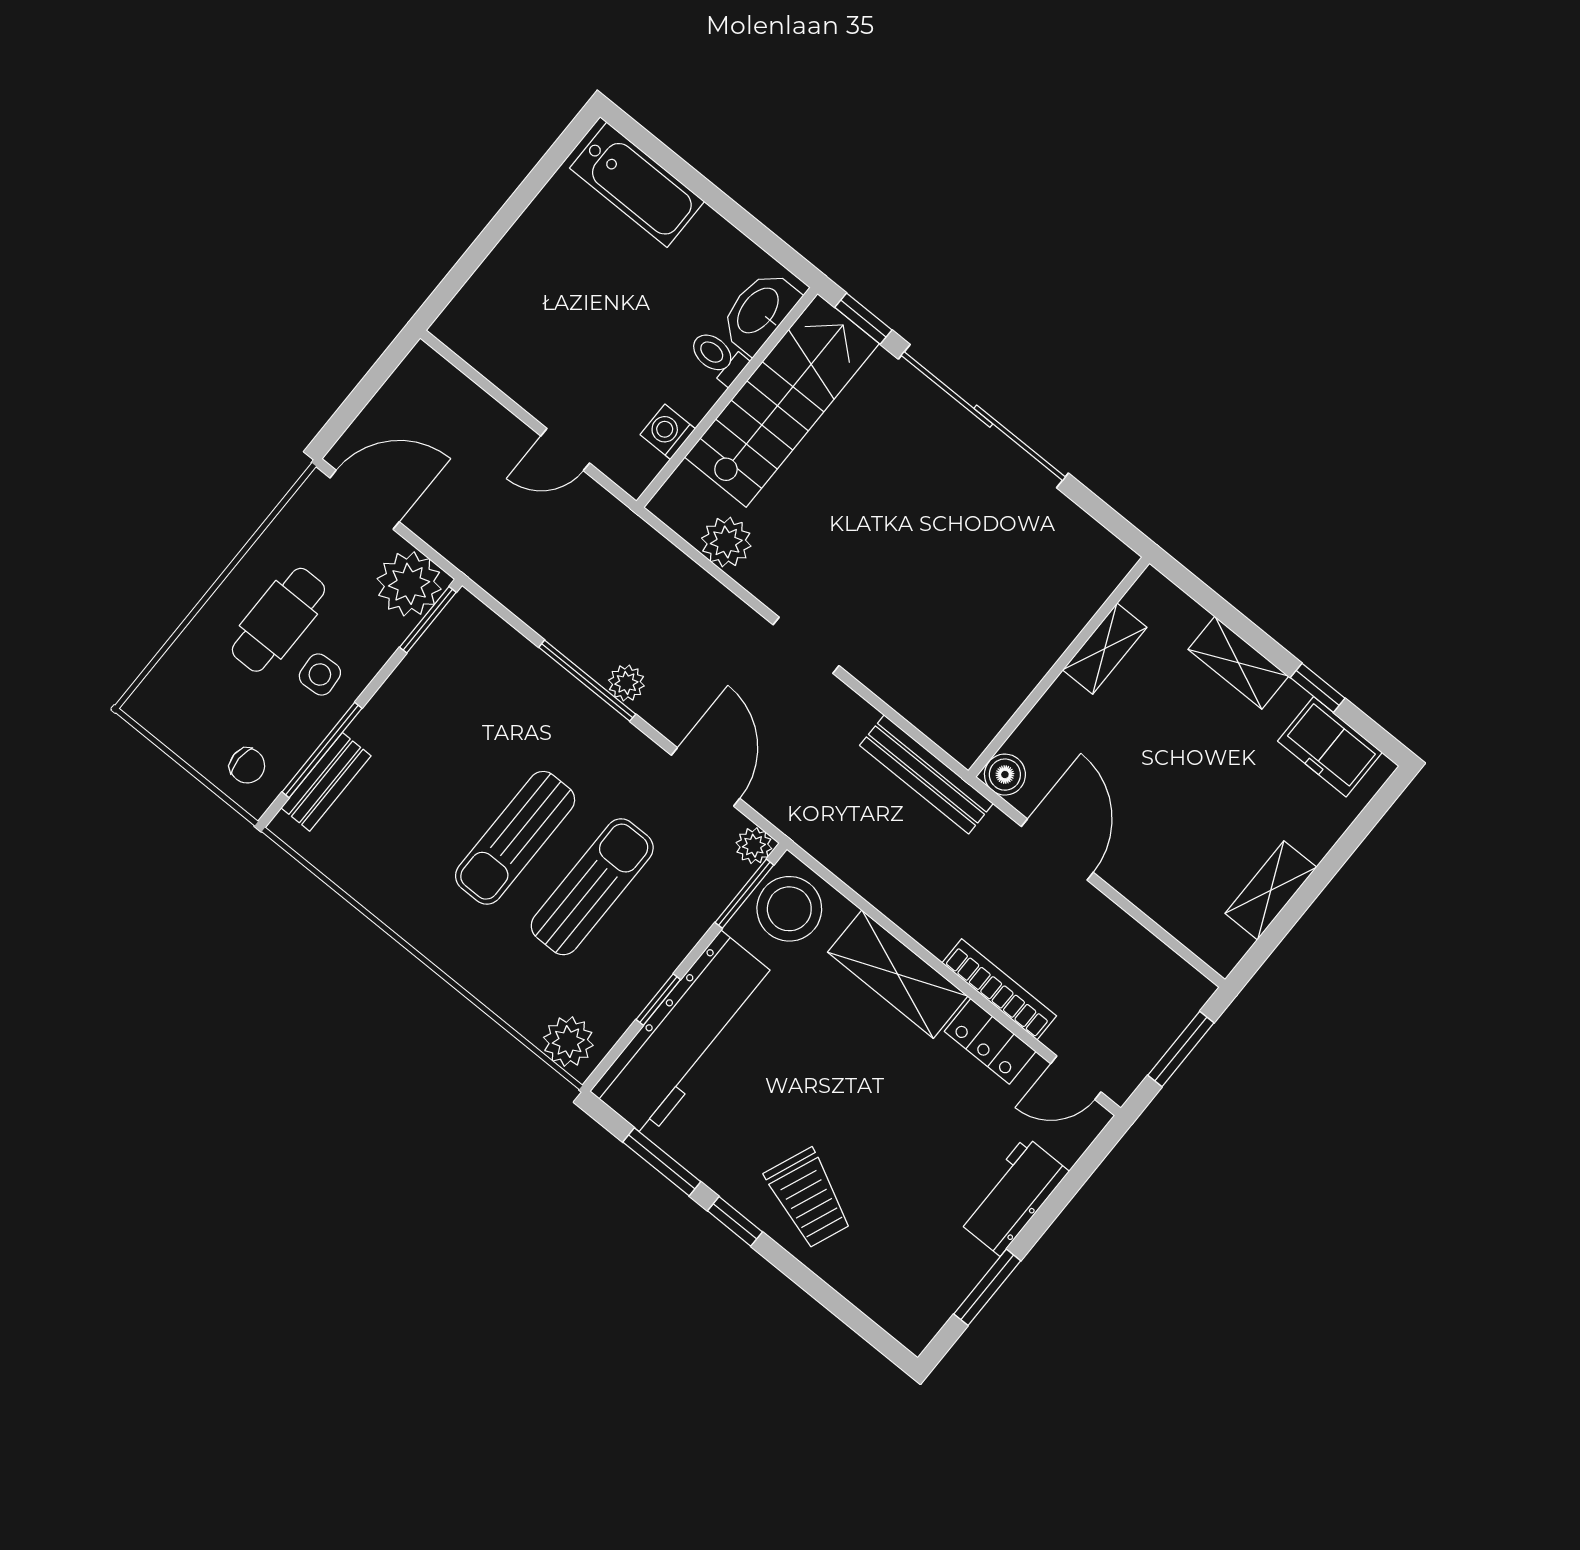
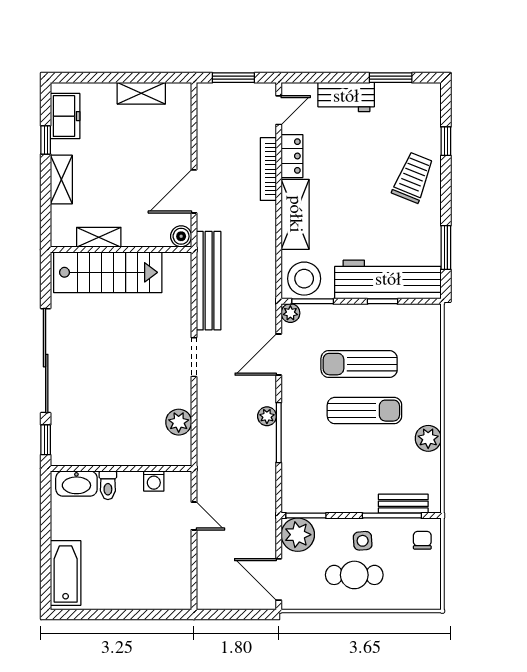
stairs: (782, 400) -> (108, 272), moved, turned 180
bench: (926, 774) -> (209, 281), width x1.37, depth x1.21
plant: (568, 1041) -> (428, 438), moved
door: (1076, 1078) -> (279, 110), hinge flipped
window: (735, 1221) -> (446, 141), moved

